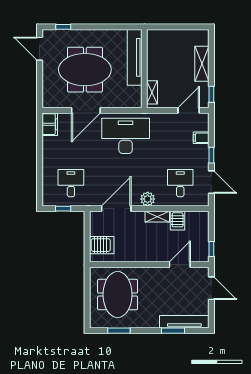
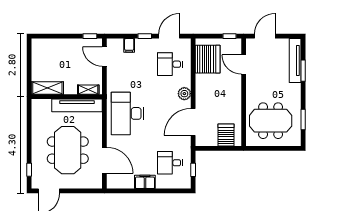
tv unit: (135, 57) -> (77, 105), moved
shelving: (202, 64) -> (47, 88), moved
door: (86, 110) -> (104, 160), moved
filing cabinet: (50, 124) -> (145, 182), moved
door: (116, 209) -> (193, 122), hinge flipped
shelving: (157, 217) -> (200, 85), removed
server rack: (178, 221) -> (208, 59), width x2.18, depth x1.44

